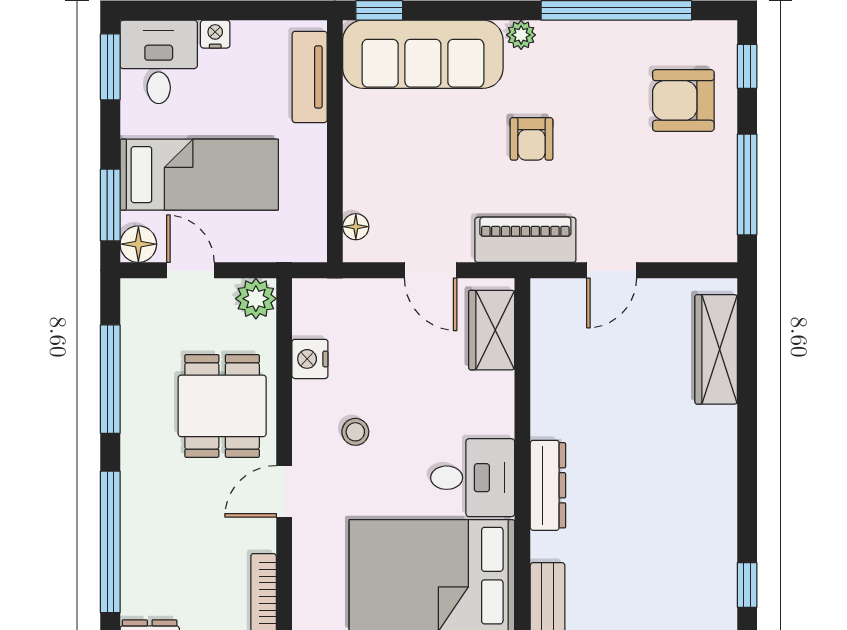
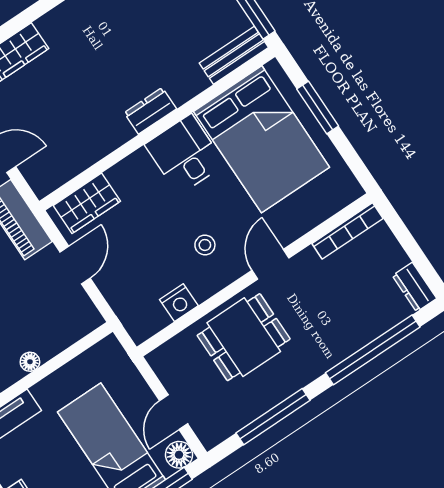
floor lamp: (356, 227) -> (30, 362), moved
plant: (256, 299) -> (164, 361), removed
dresser: (548, 485) -> (150, 111), width x0.70
door: (284, 491) -> (270, 264), swing flipped

